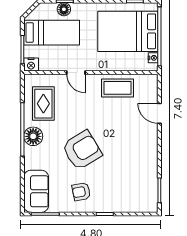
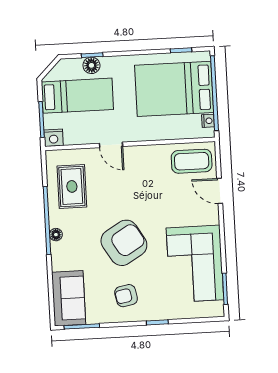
coffee table: (117, 88) -> (192, 161), moved
floor lamp: (33, 136) -> (56, 235), width x0.53, depth x0.53
corner sofa: (137, 170) -> (195, 264), added

